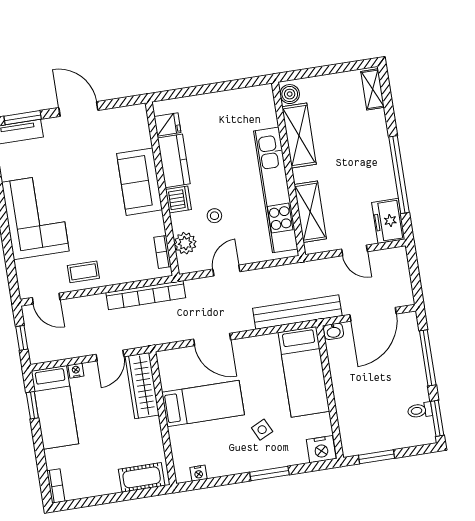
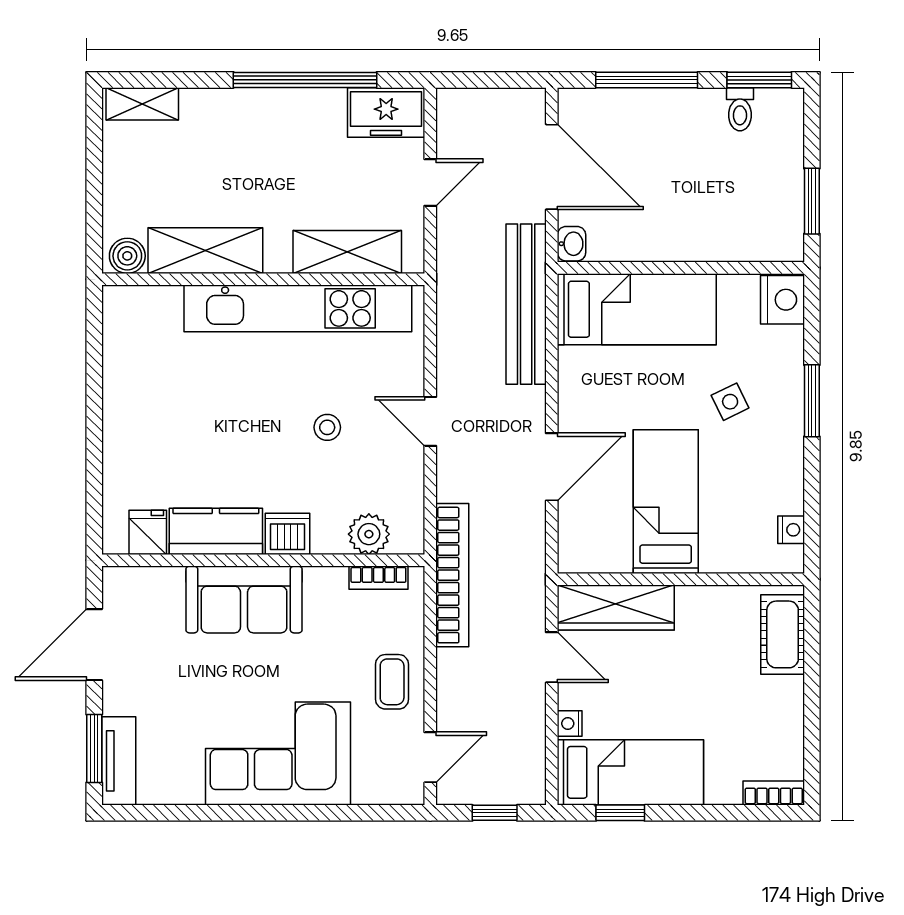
fridge: (167, 124) -> (148, 532), moved
kitchen counter: (174, 161) -> (216, 531), moved
sofa: (140, 182) -> (244, 600), moved
wall: (162, 189) -> (263, 560), moved
dishwasher: (178, 200) -> (288, 534), moved
plant: (185, 243) -> (369, 534), moved
bookcase: (163, 252) -> (378, 578), moved

